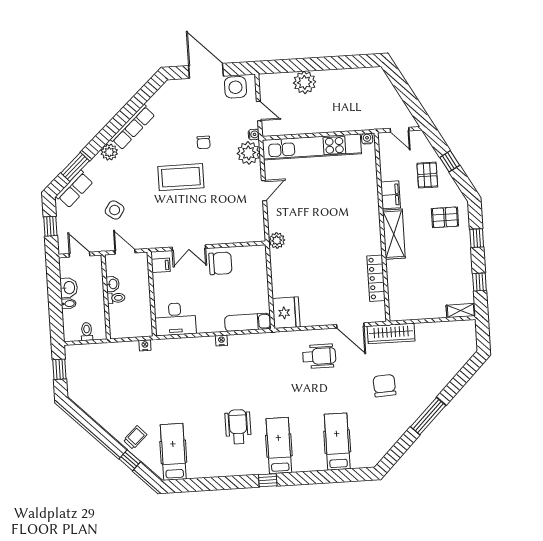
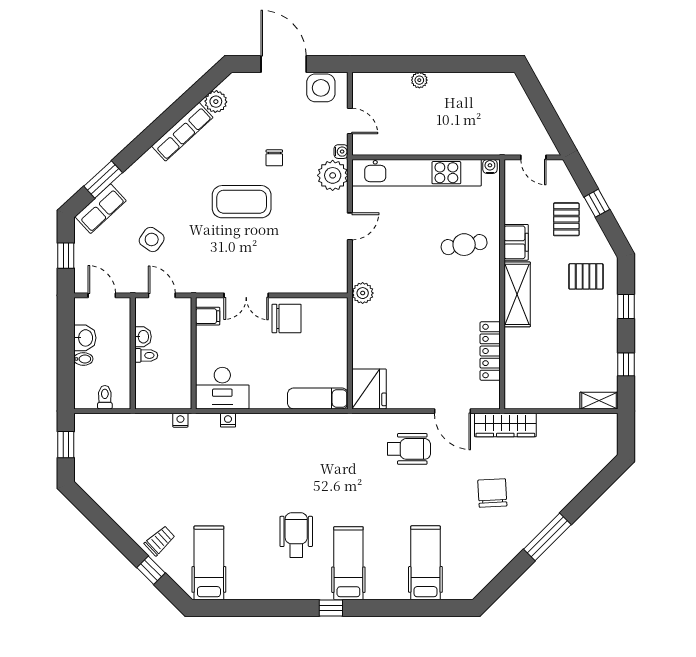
plant: (305, 82) -> (419, 80), width x0.53, depth x0.53
plant: (109, 152) -> (216, 102), moved
cafe table: (351, 199) -> (464, 245), added
nightstand: (221, 341) -> (228, 420), moved

